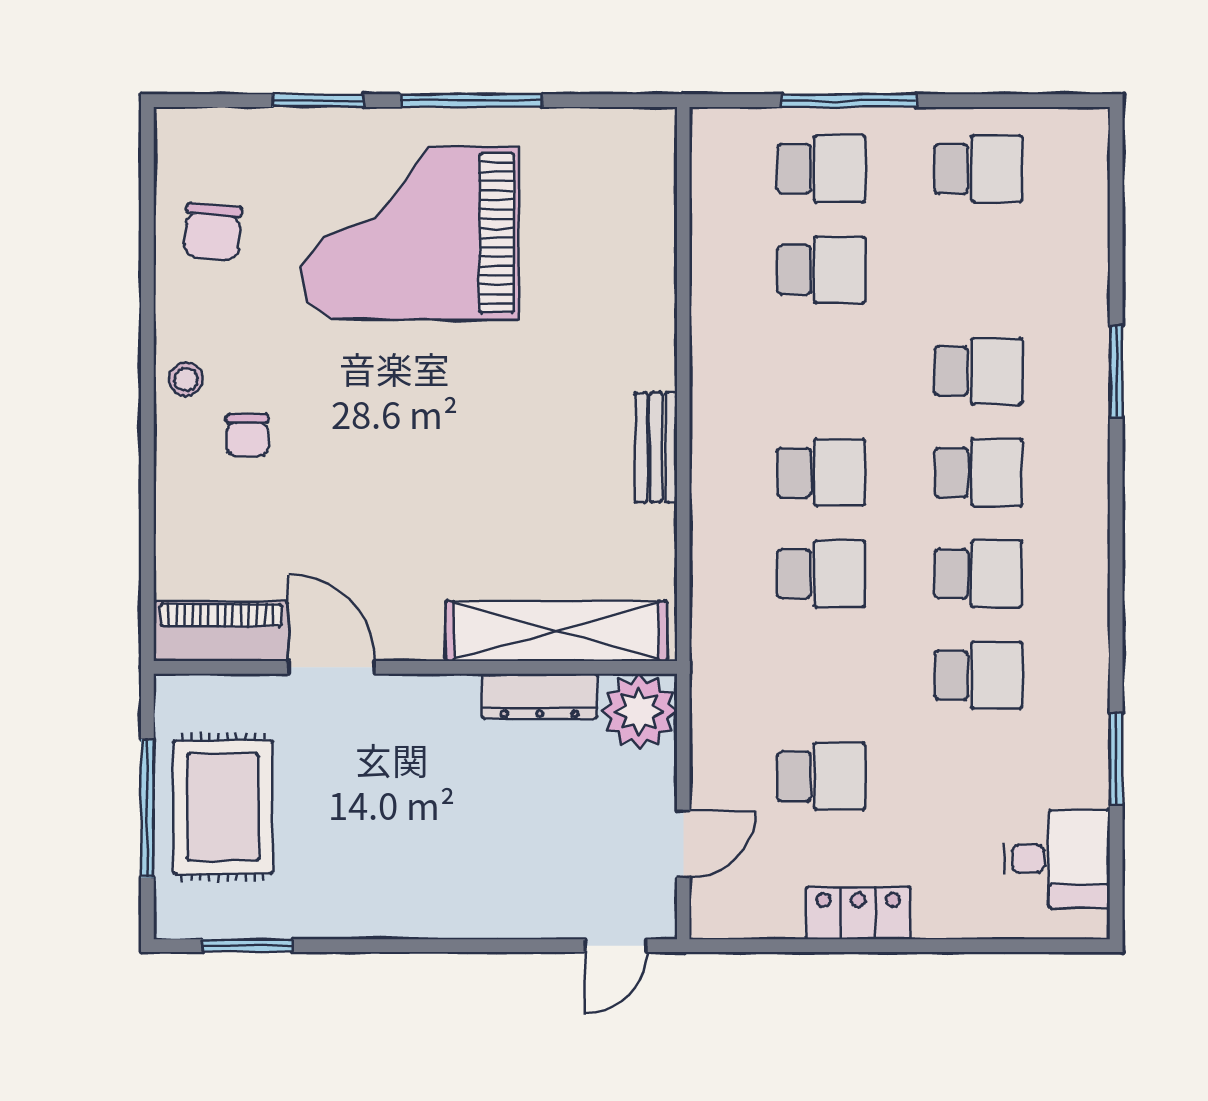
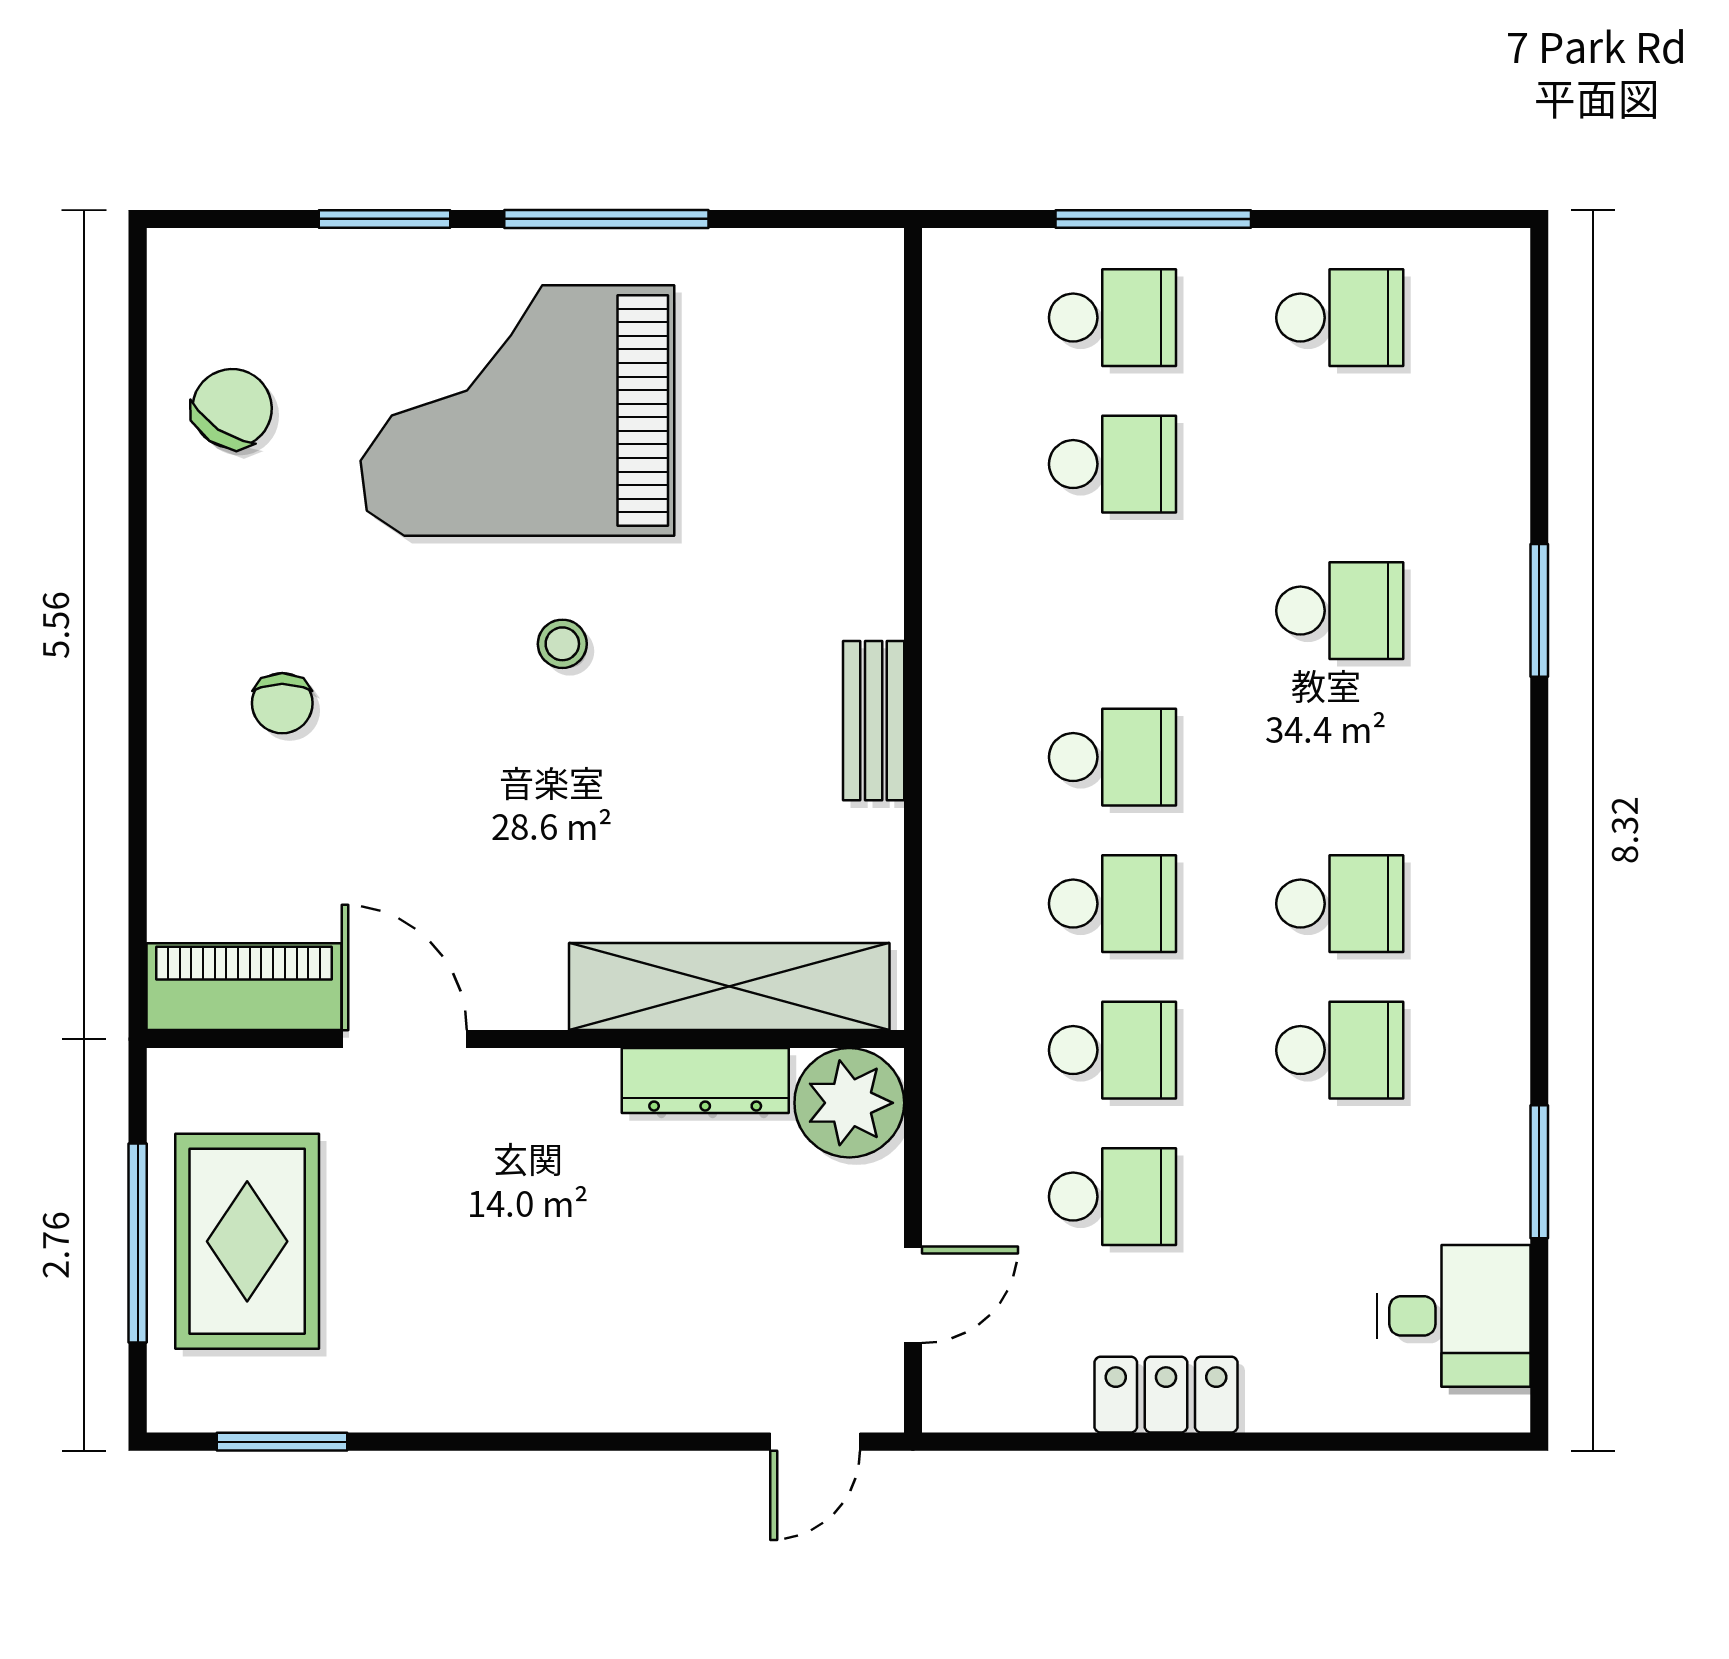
chair: (213, 232) -> (232, 408), turned -151
stool: (186, 379) -> (562, 644), moved
school desk: (978, 472) -> (1112, 1050), moved

